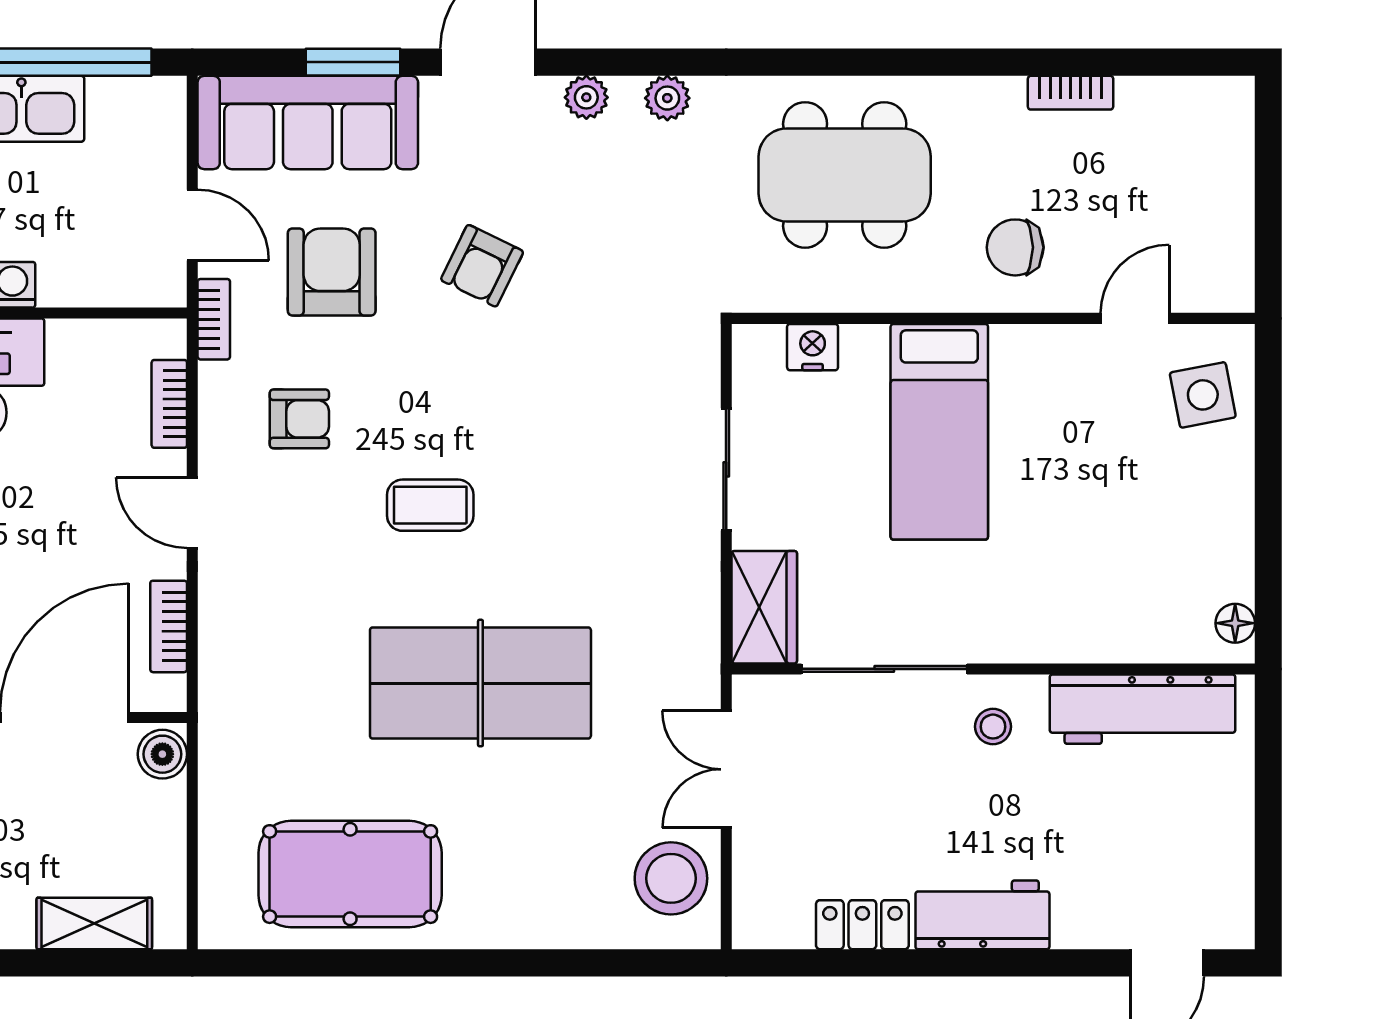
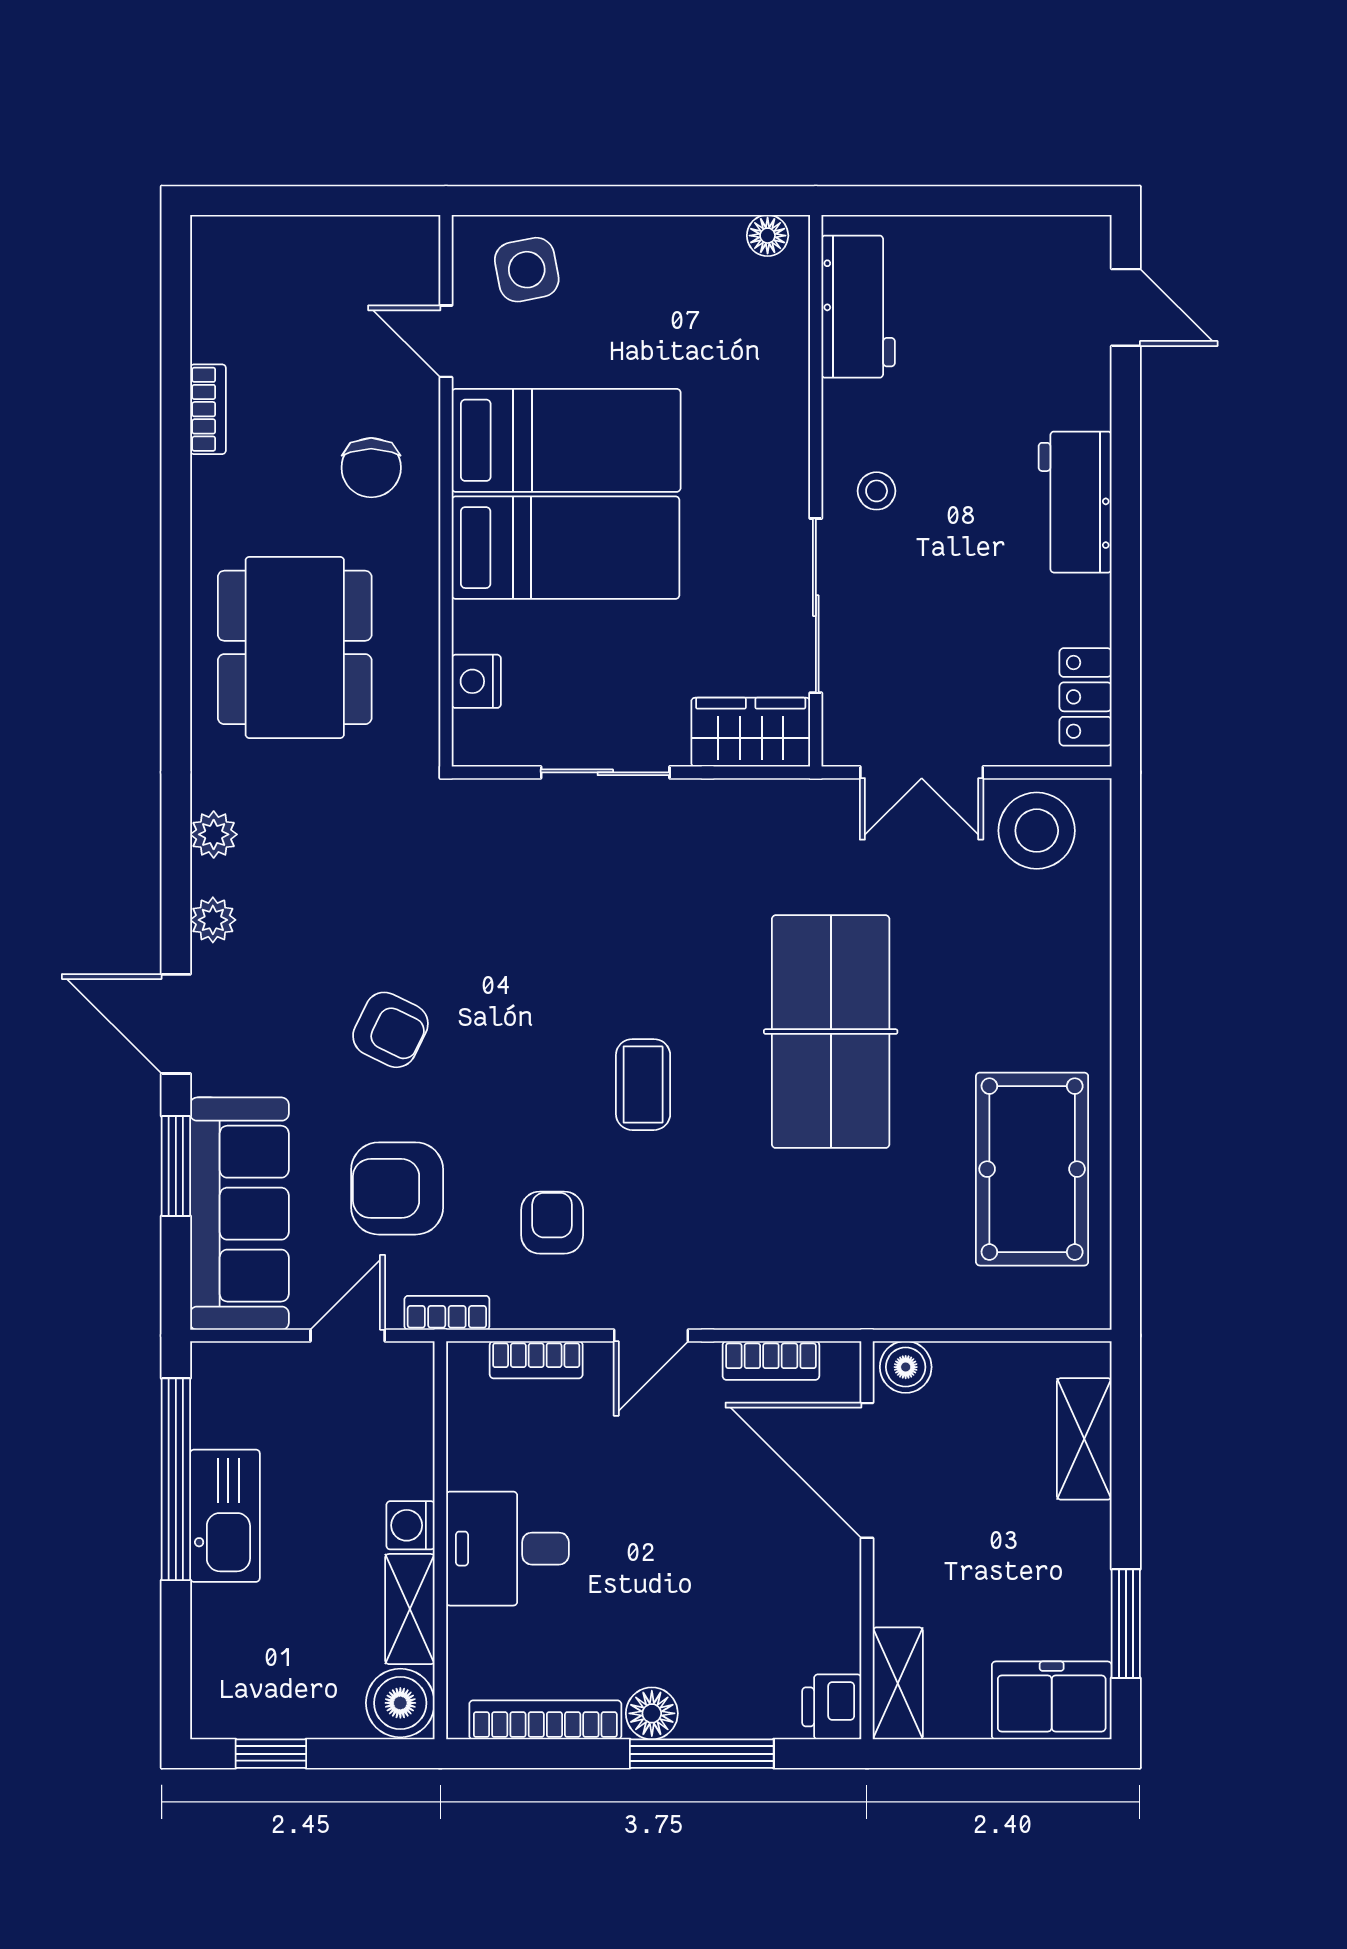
bed: (1041, 432) -> (566, 440), added
workbench: (1142, 709) -> (858, 307), width x0.73
locker: (862, 925) -> (1086, 697), moved

